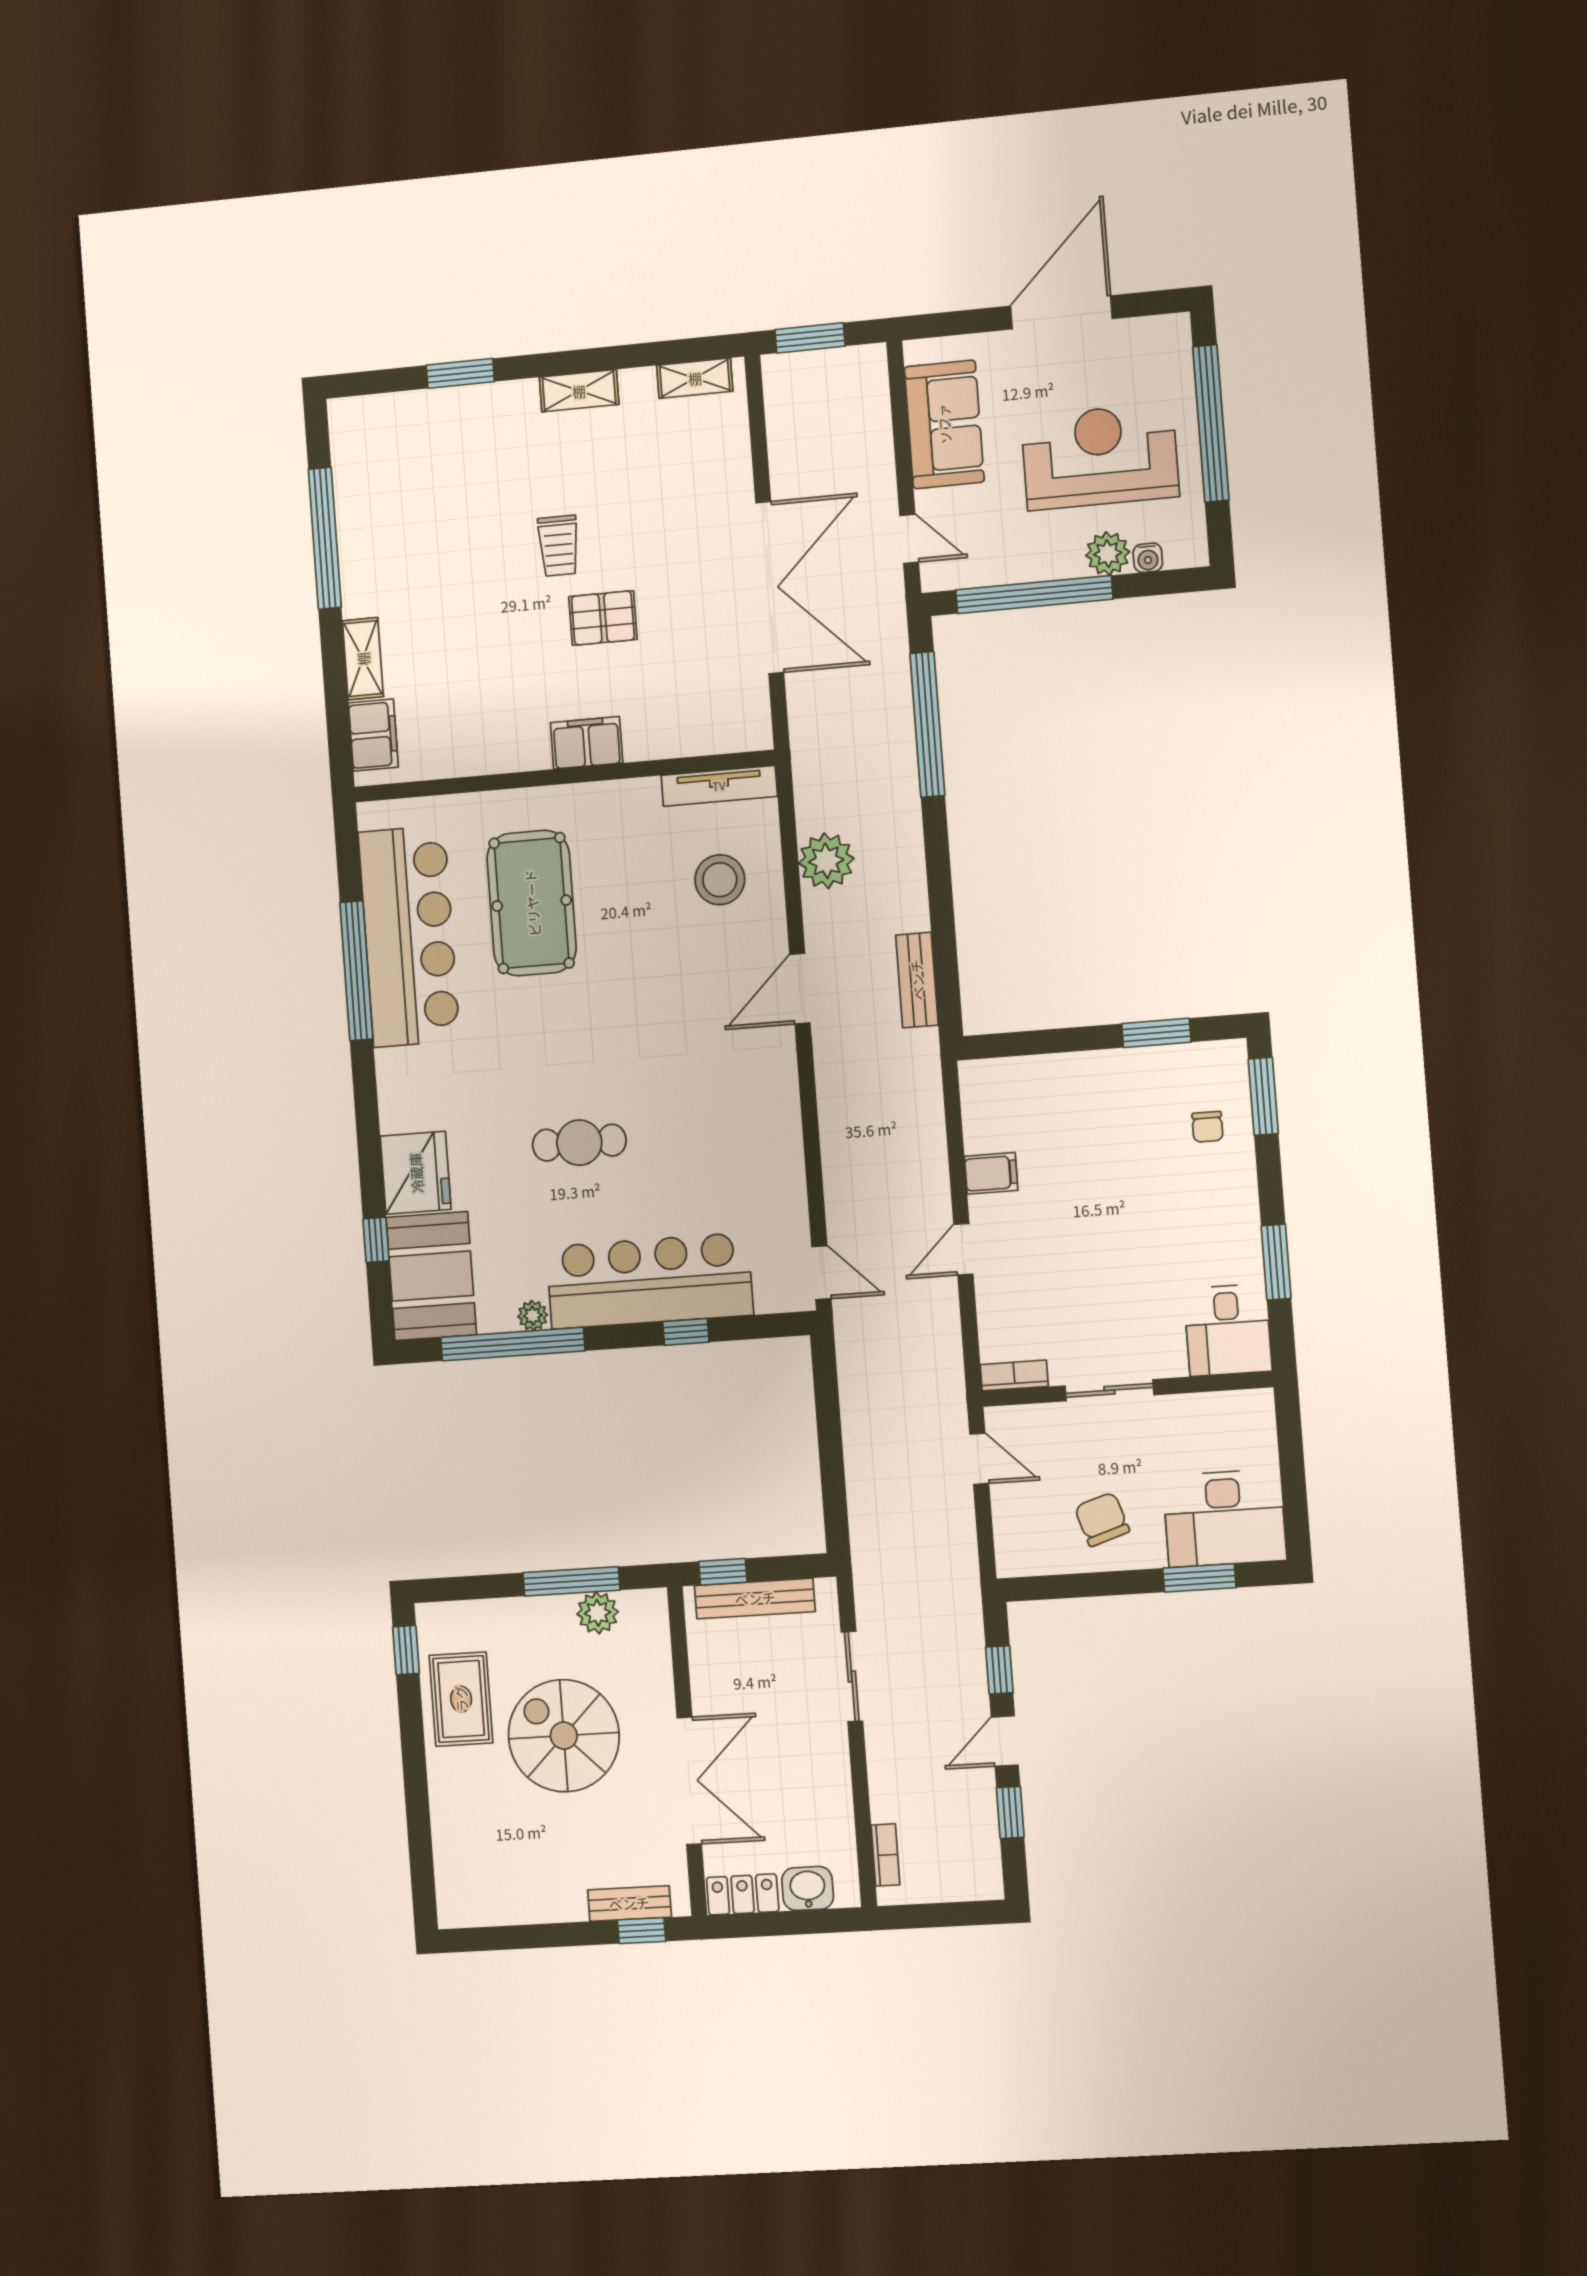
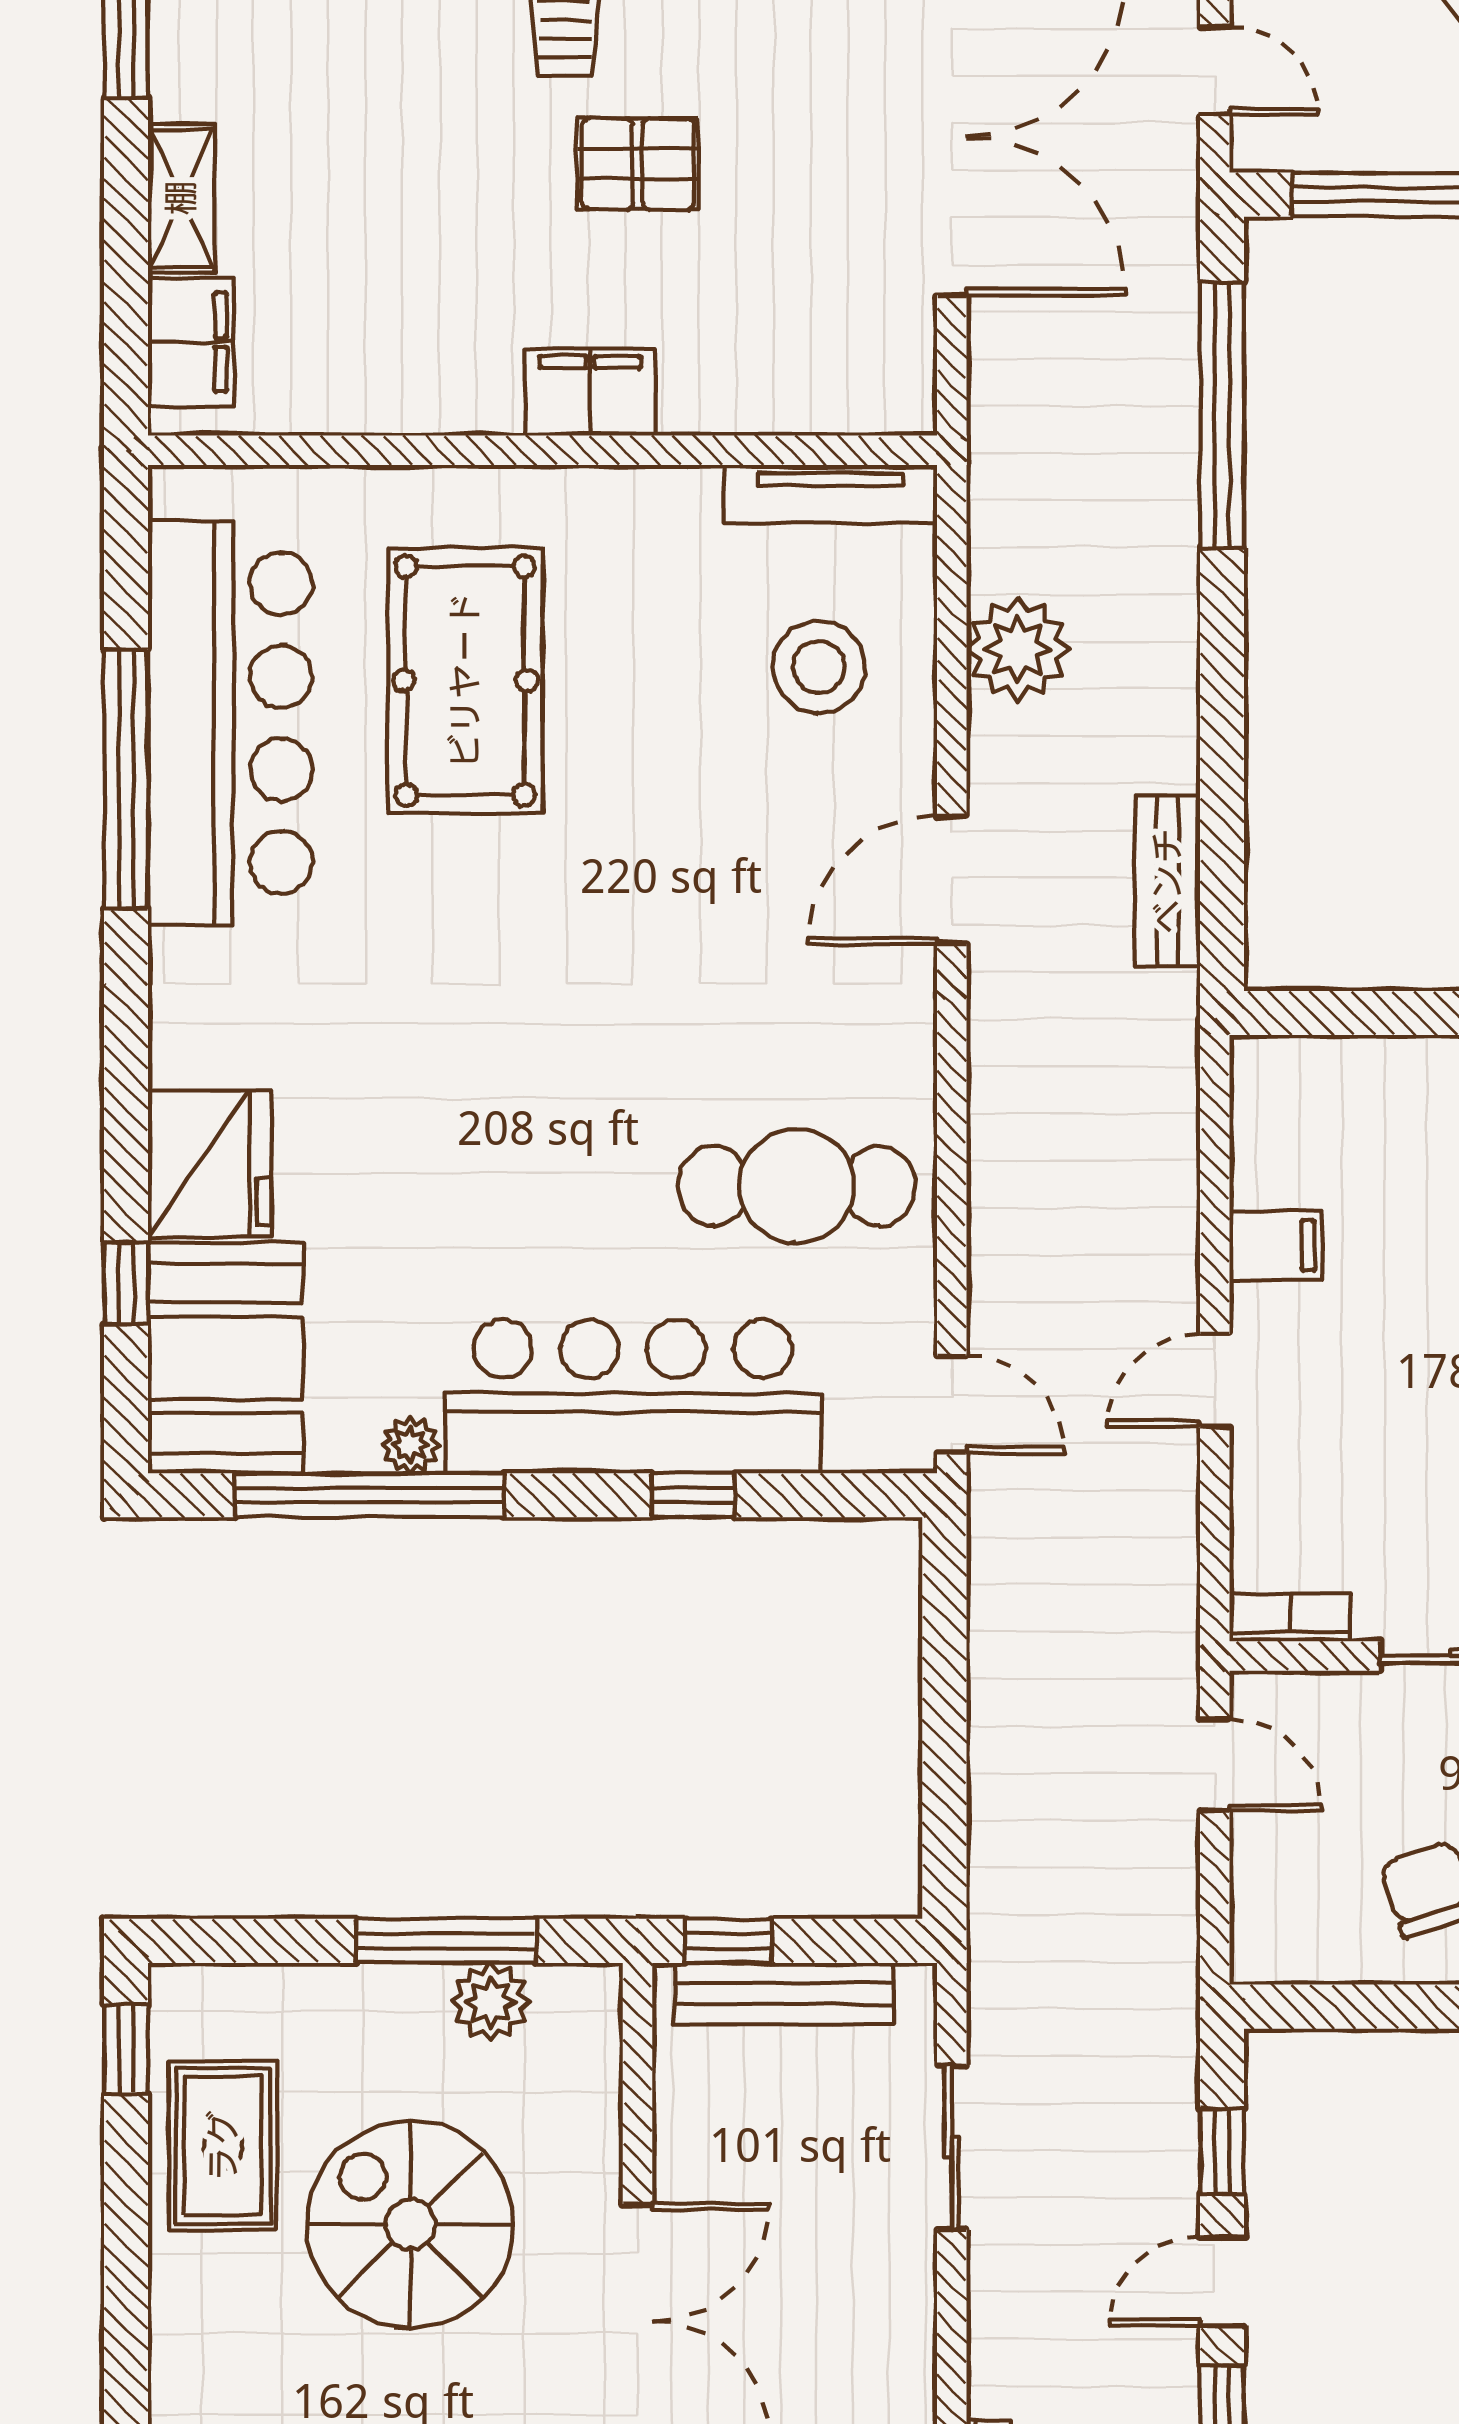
cafe table: (579, 1143) -> (796, 1186), moved, width x1.37, depth x1.35

